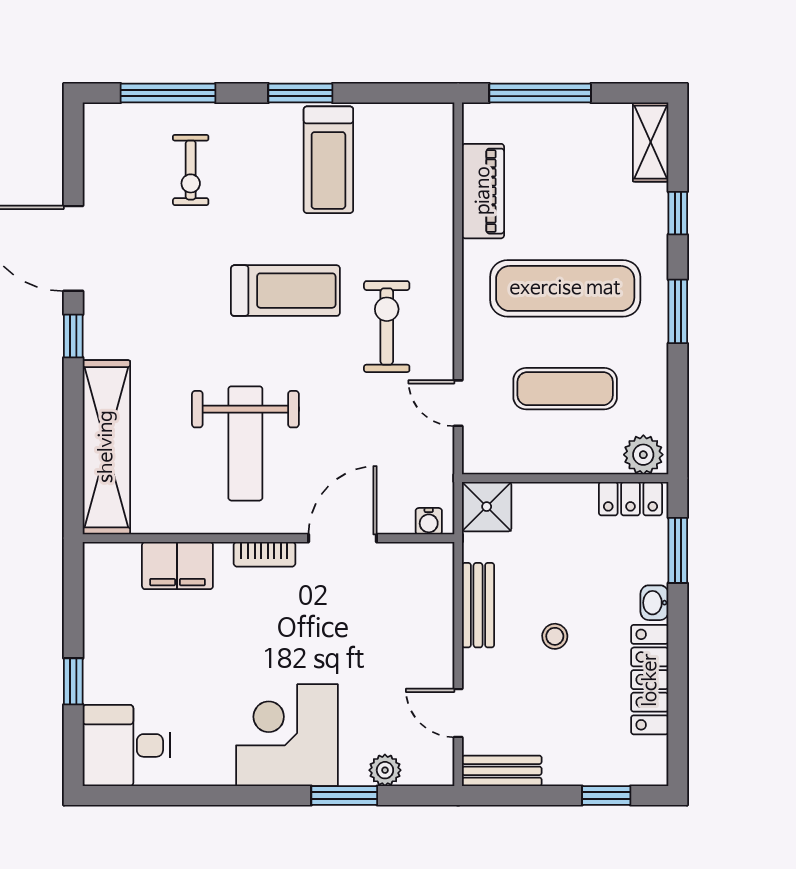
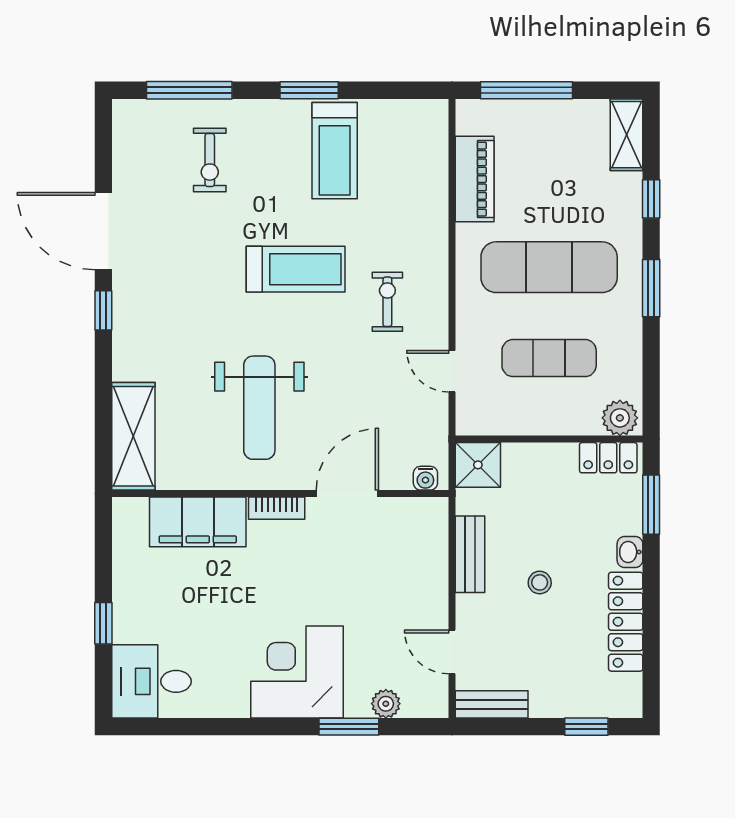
exercise bike: (387, 327) -> (387, 302), width x0.73, depth x0.72
shelving: (106, 447) -> (133, 436), width x0.68
filing cabinet: (177, 566) -> (198, 522), width x1.50, depth x1.17

